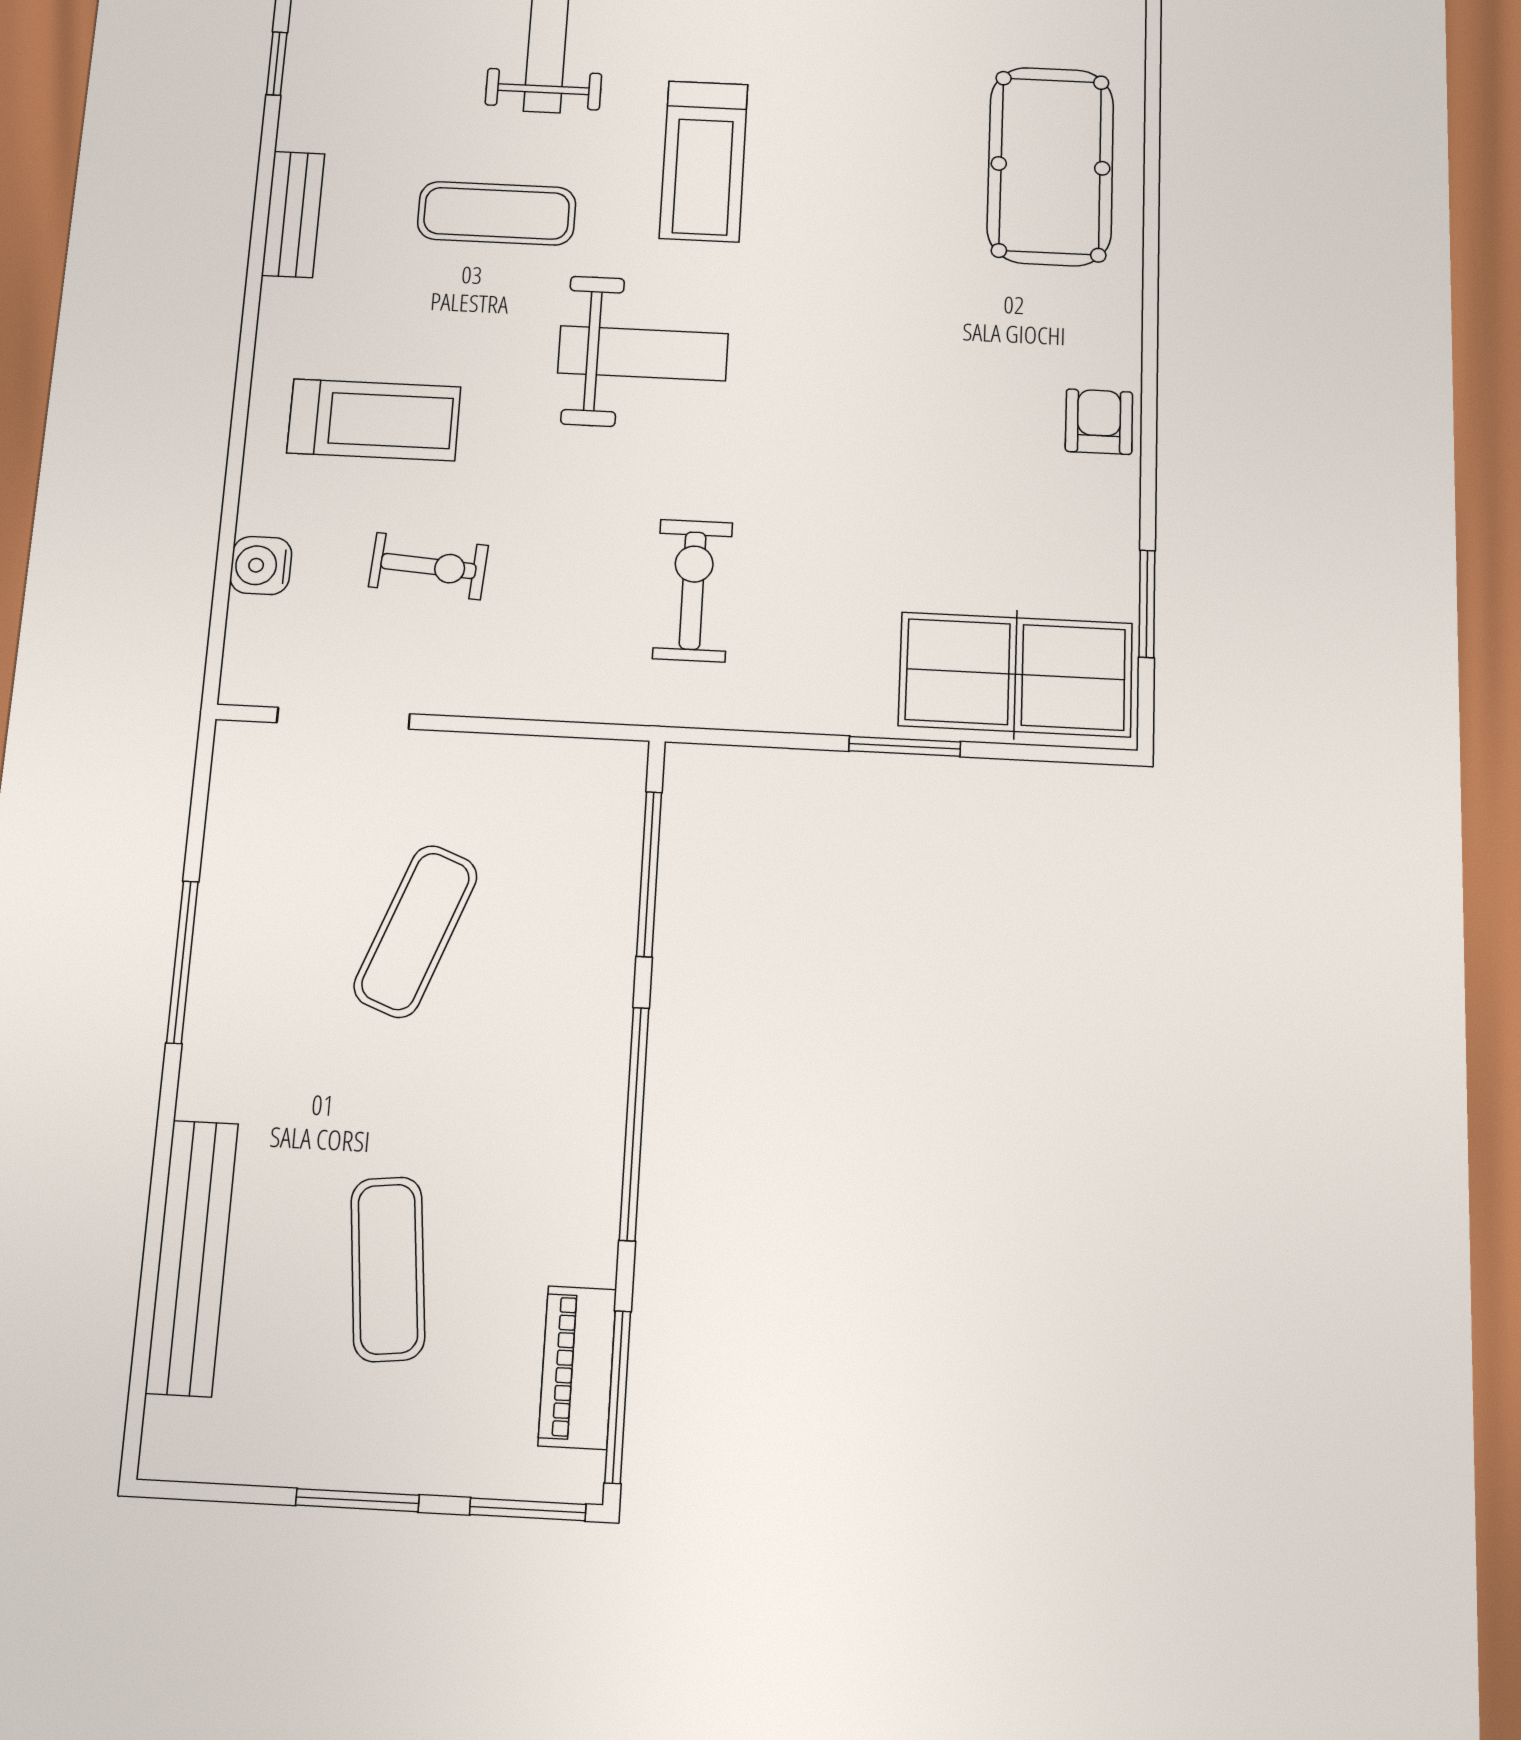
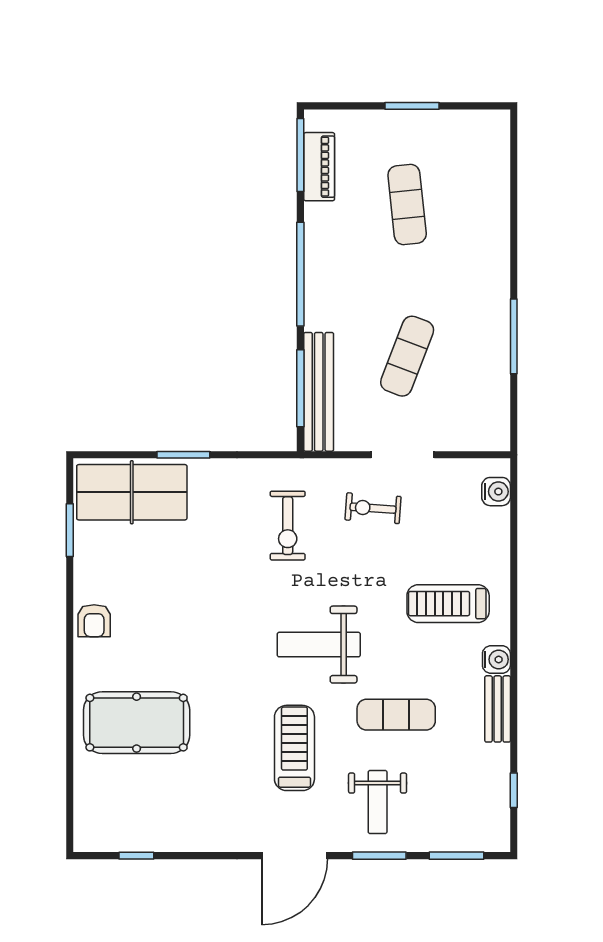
pool table: (1050, 166) -> (137, 723), moved, turned 90
water cooler: (286, 308) -> (496, 659), added
water cooler: (261, 565) -> (496, 492), moved
exercise bike: (428, 566) -> (373, 508), moved
doorway: (343, 718) -> (403, 455), moved
bench: (192, 1257) -> (319, 392), moved
window: (528, 1509) -> (337, 106), removed

